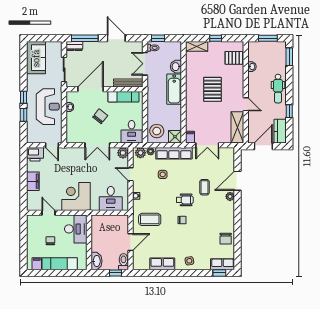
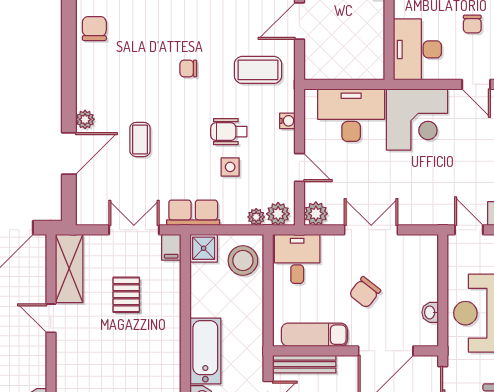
pallet: (212, 89) -> (126, 295), moved, width x0.67, depth x0.71
row of seats: (174, 153) -> (193, 213), width x0.68
desk: (111, 198) -> (351, 115), width x1.37
wheelchair: (185, 200) -> (229, 132), moved

